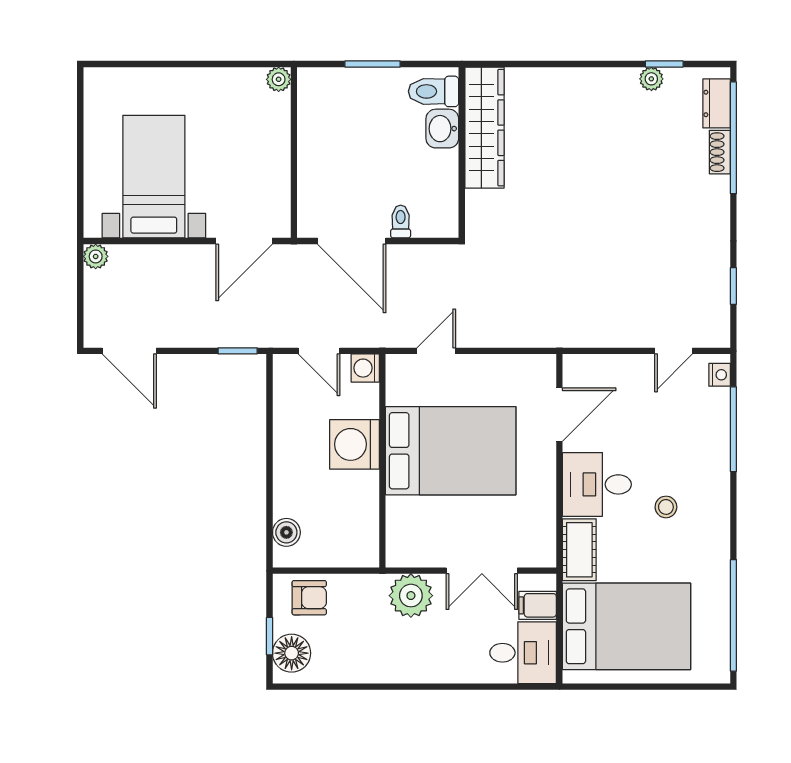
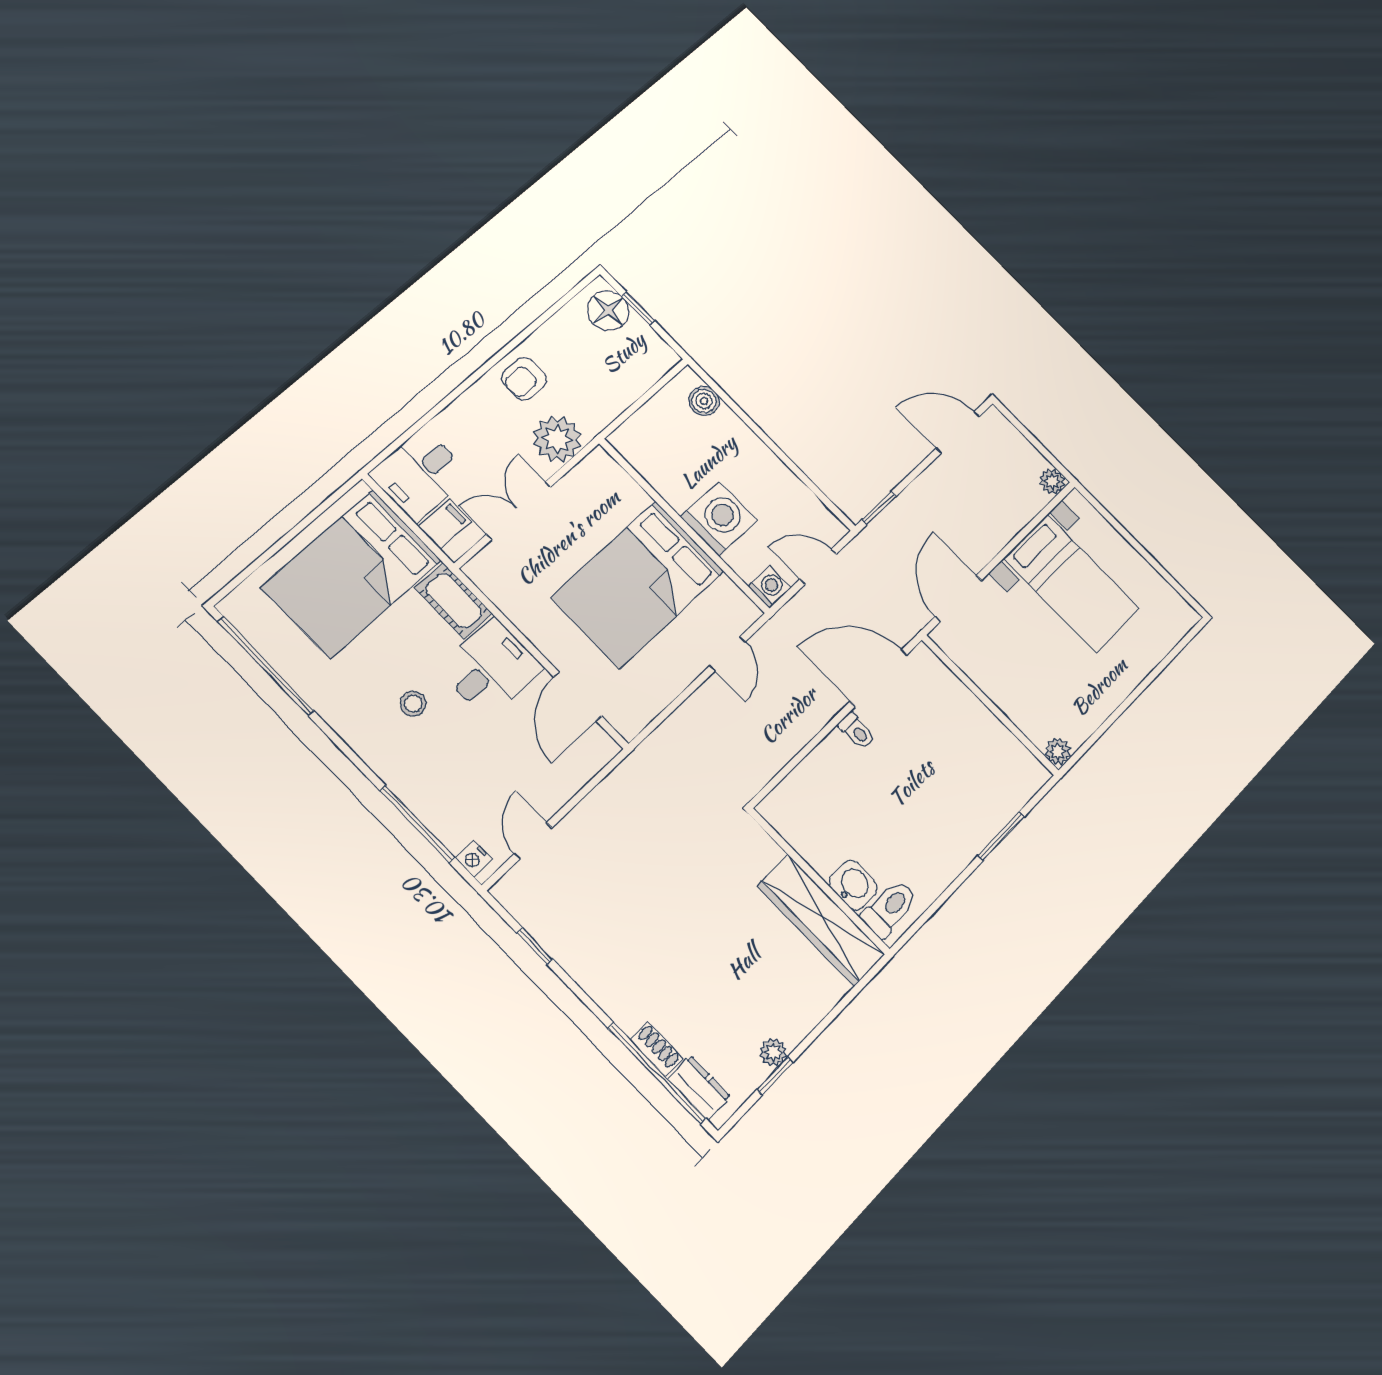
toilet: (434, 91) -> (890, 909), moved
wardrobe: (484, 128) -> (821, 920), moved
washbasin: (442, 129) -> (853, 885), moved
wall: (462, 153) -> (819, 881), moved
armchair: (309, 598) -> (524, 379), moved

